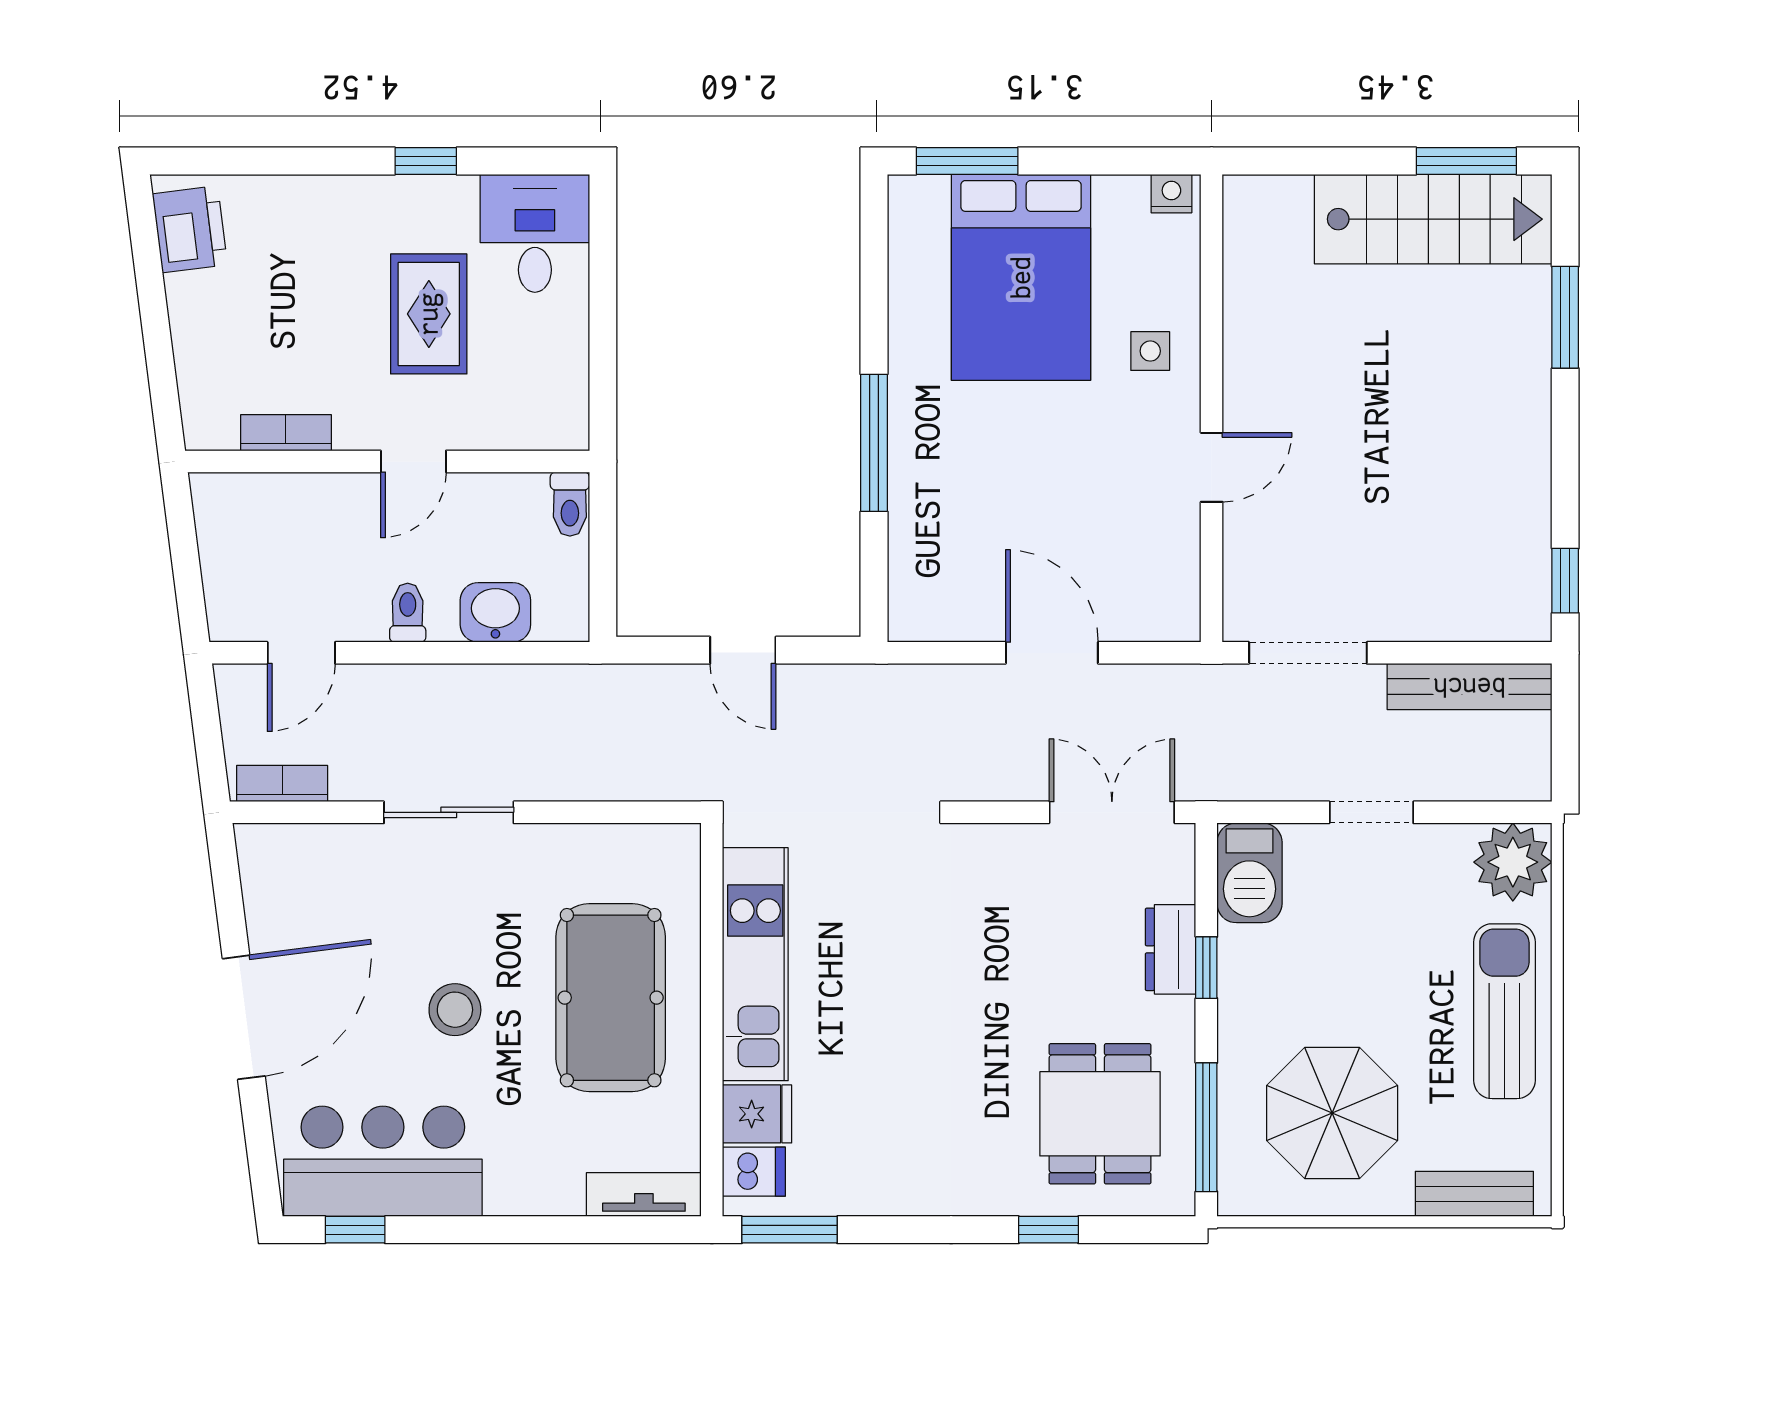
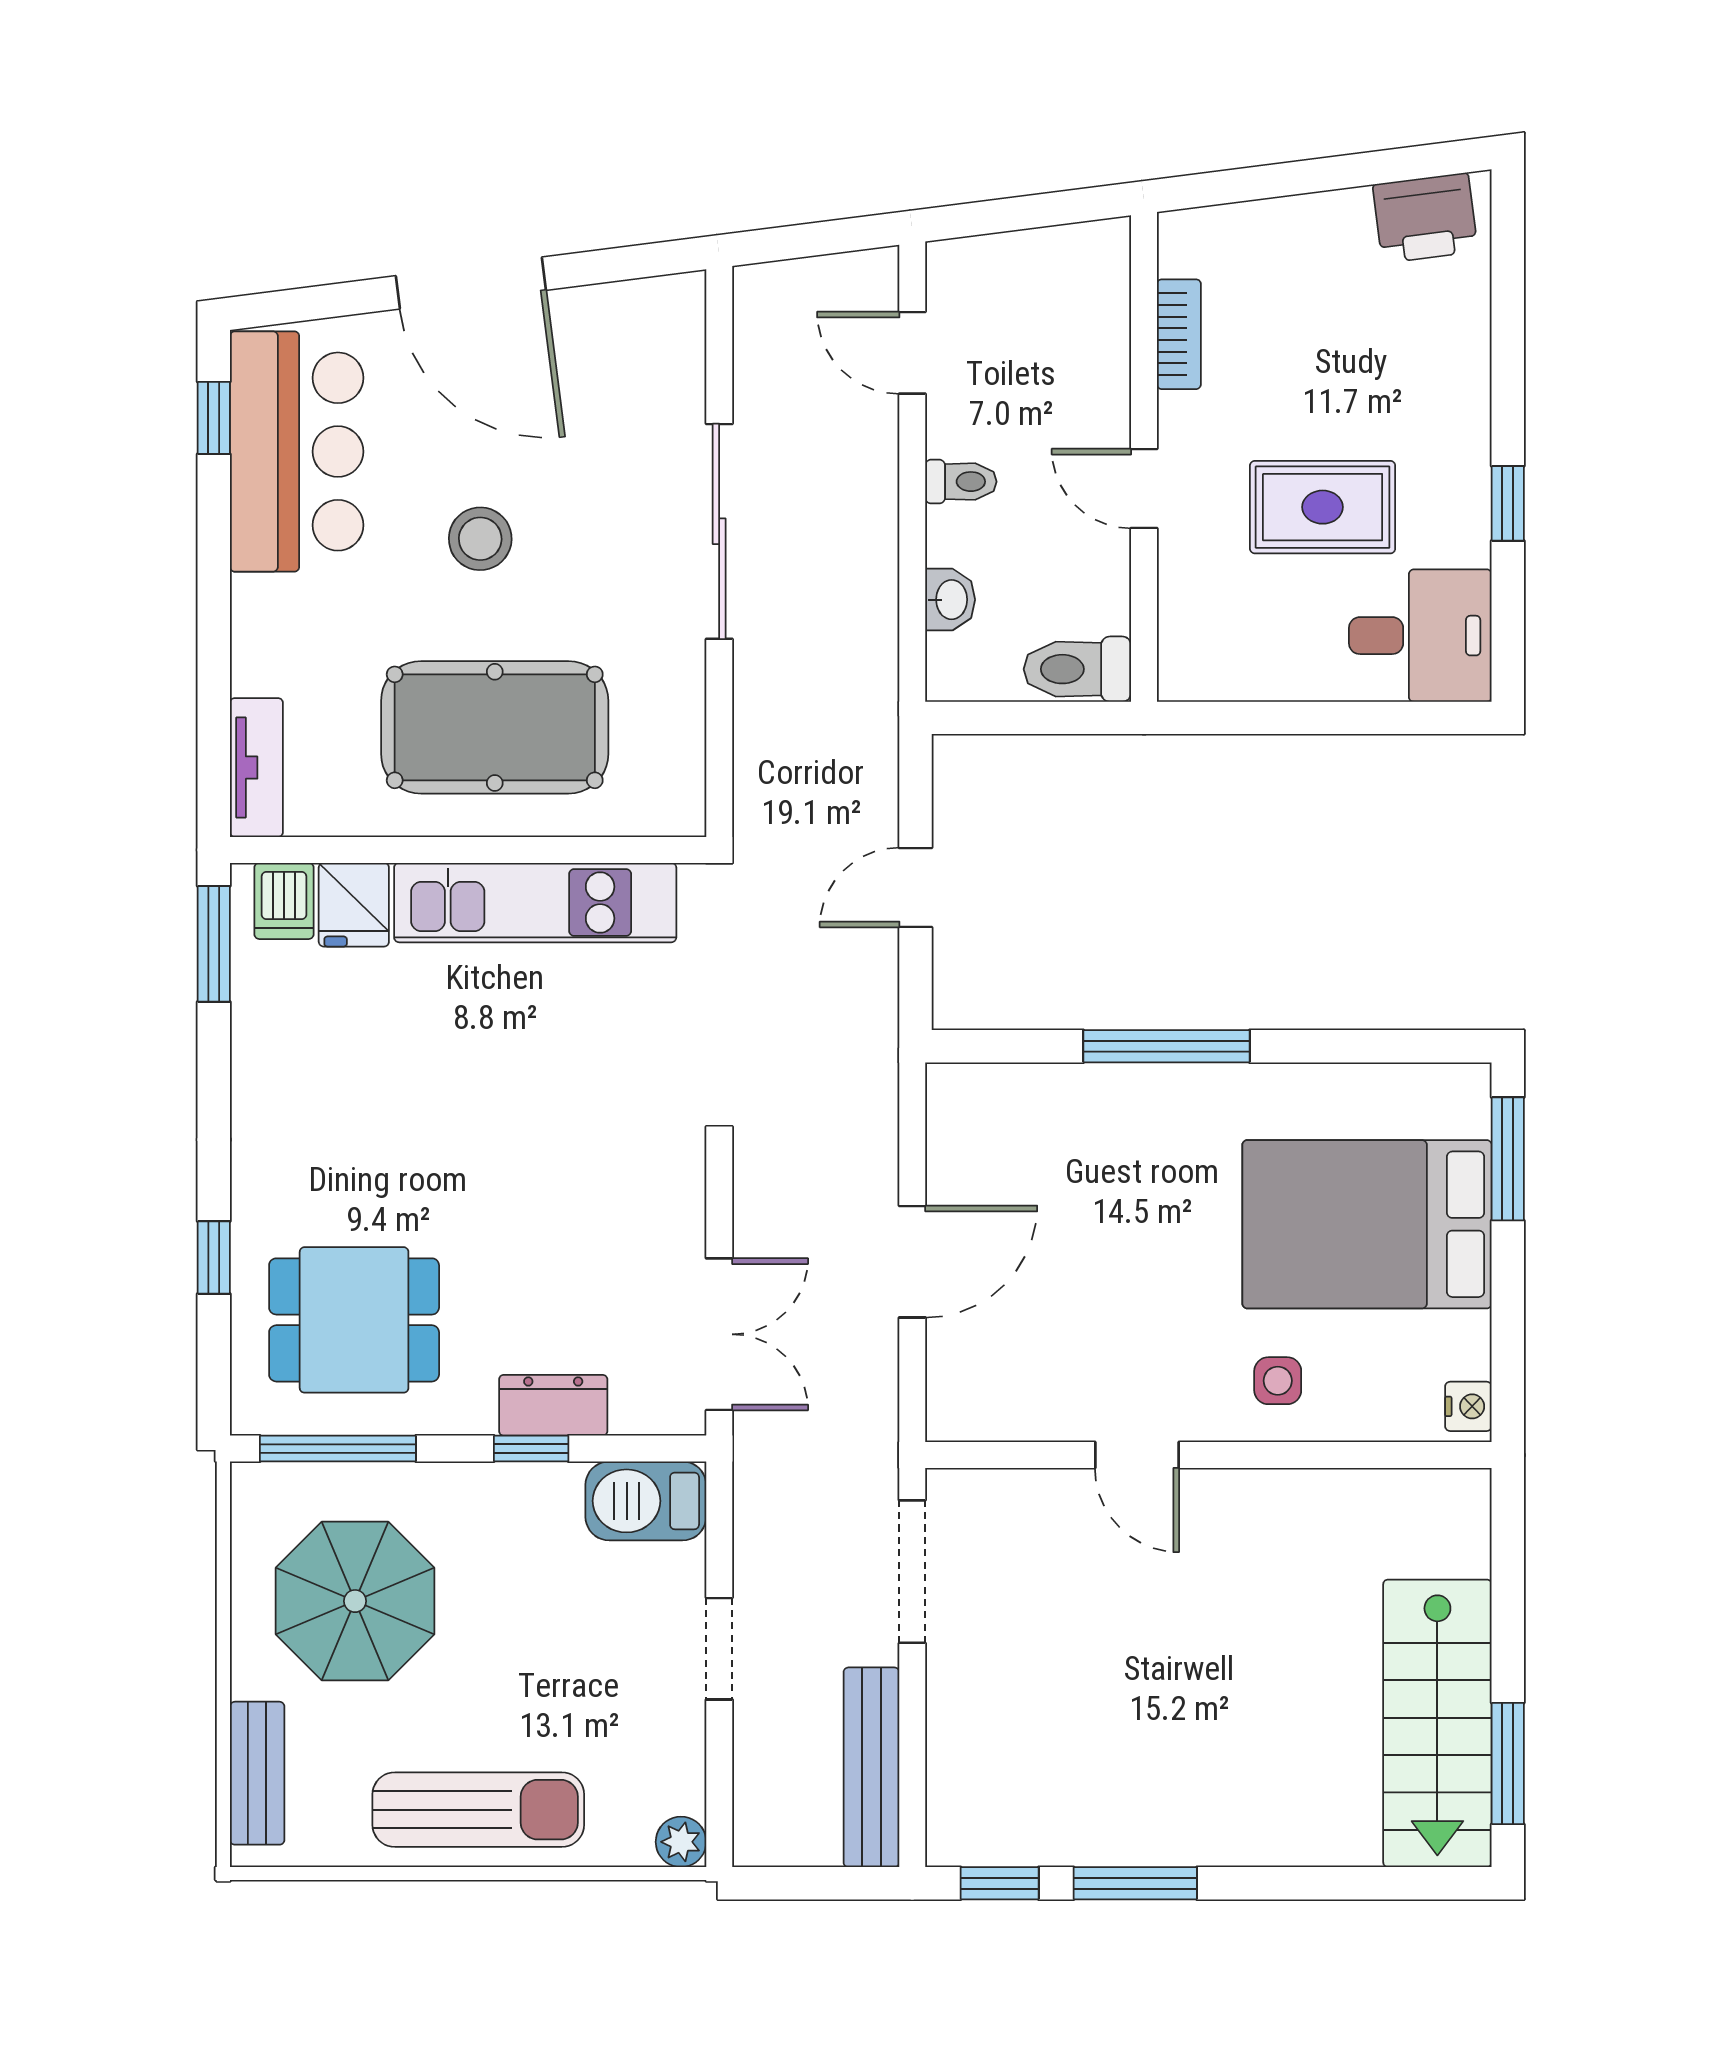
window: (1565, 317) -> (1135, 1883), moved
toilet: (570, 504) -> (1077, 669), width x1.37, depth x1.39
washbasin: (495, 612) -> (950, 600), width x0.72, depth x0.69
bookcase: (282, 784) -> (754, 330), removed
sliding door: (449, 812) -> (719, 531), width x1.37
plant: (1513, 862) -> (681, 1842), width x0.53, depth x0.53

